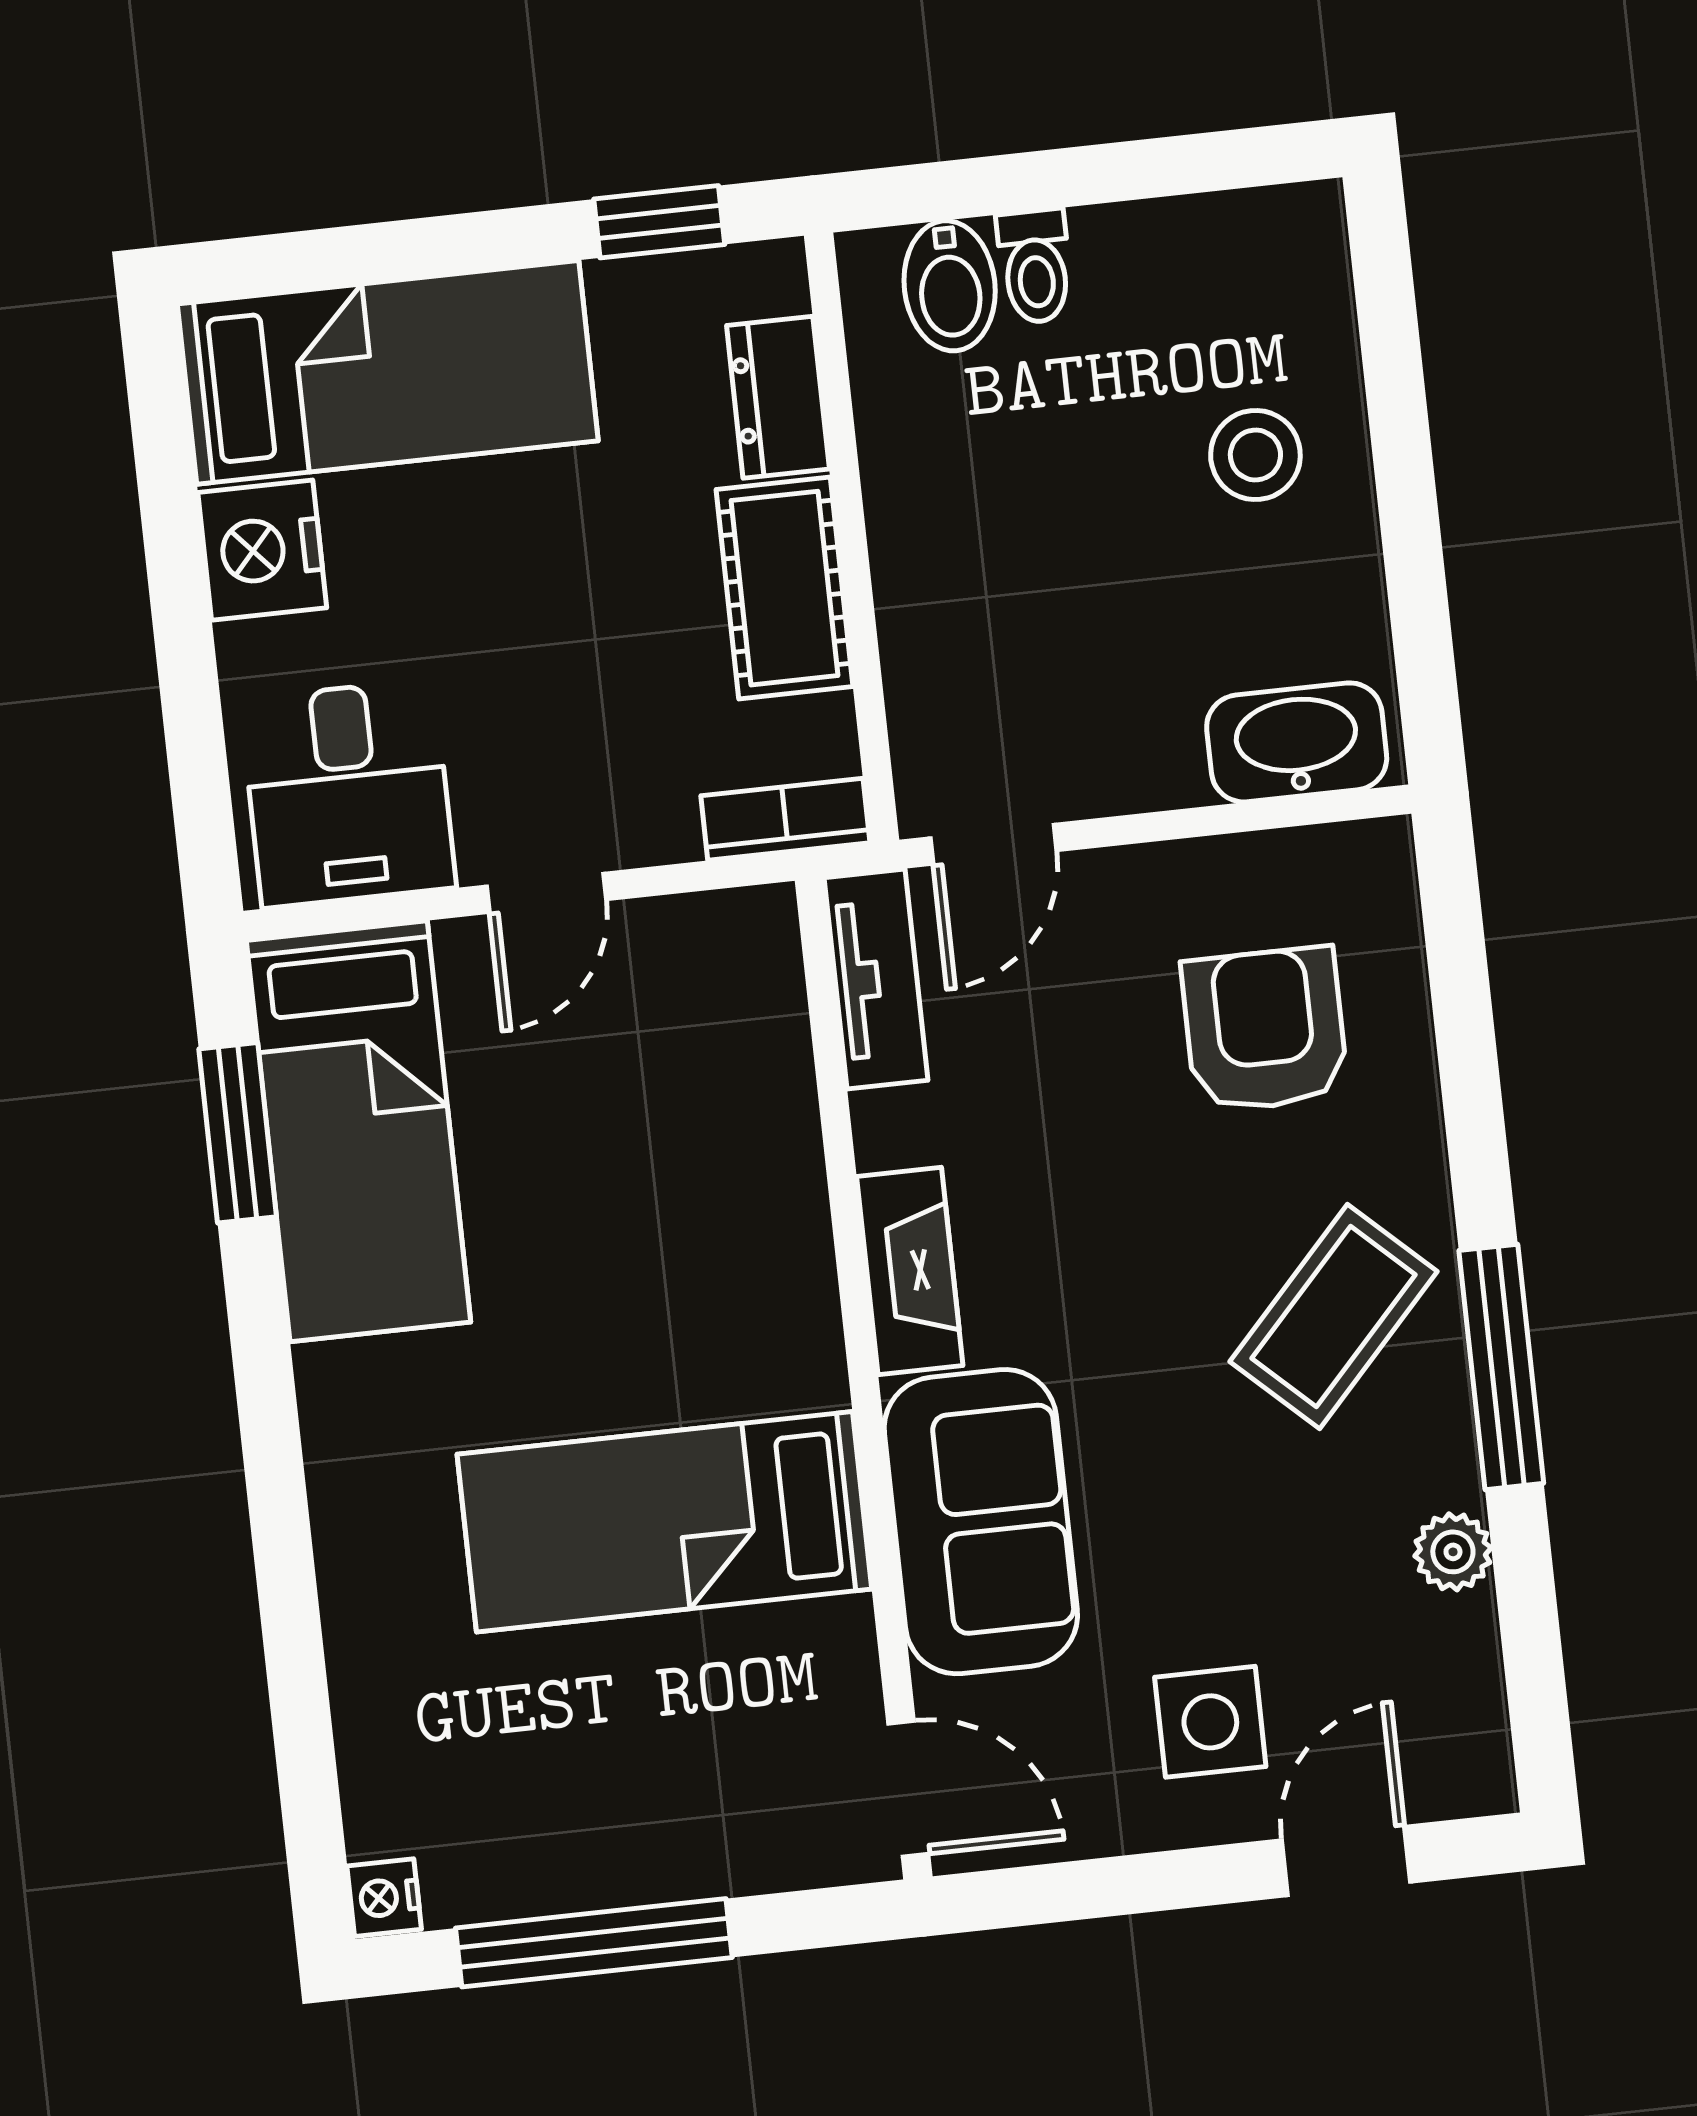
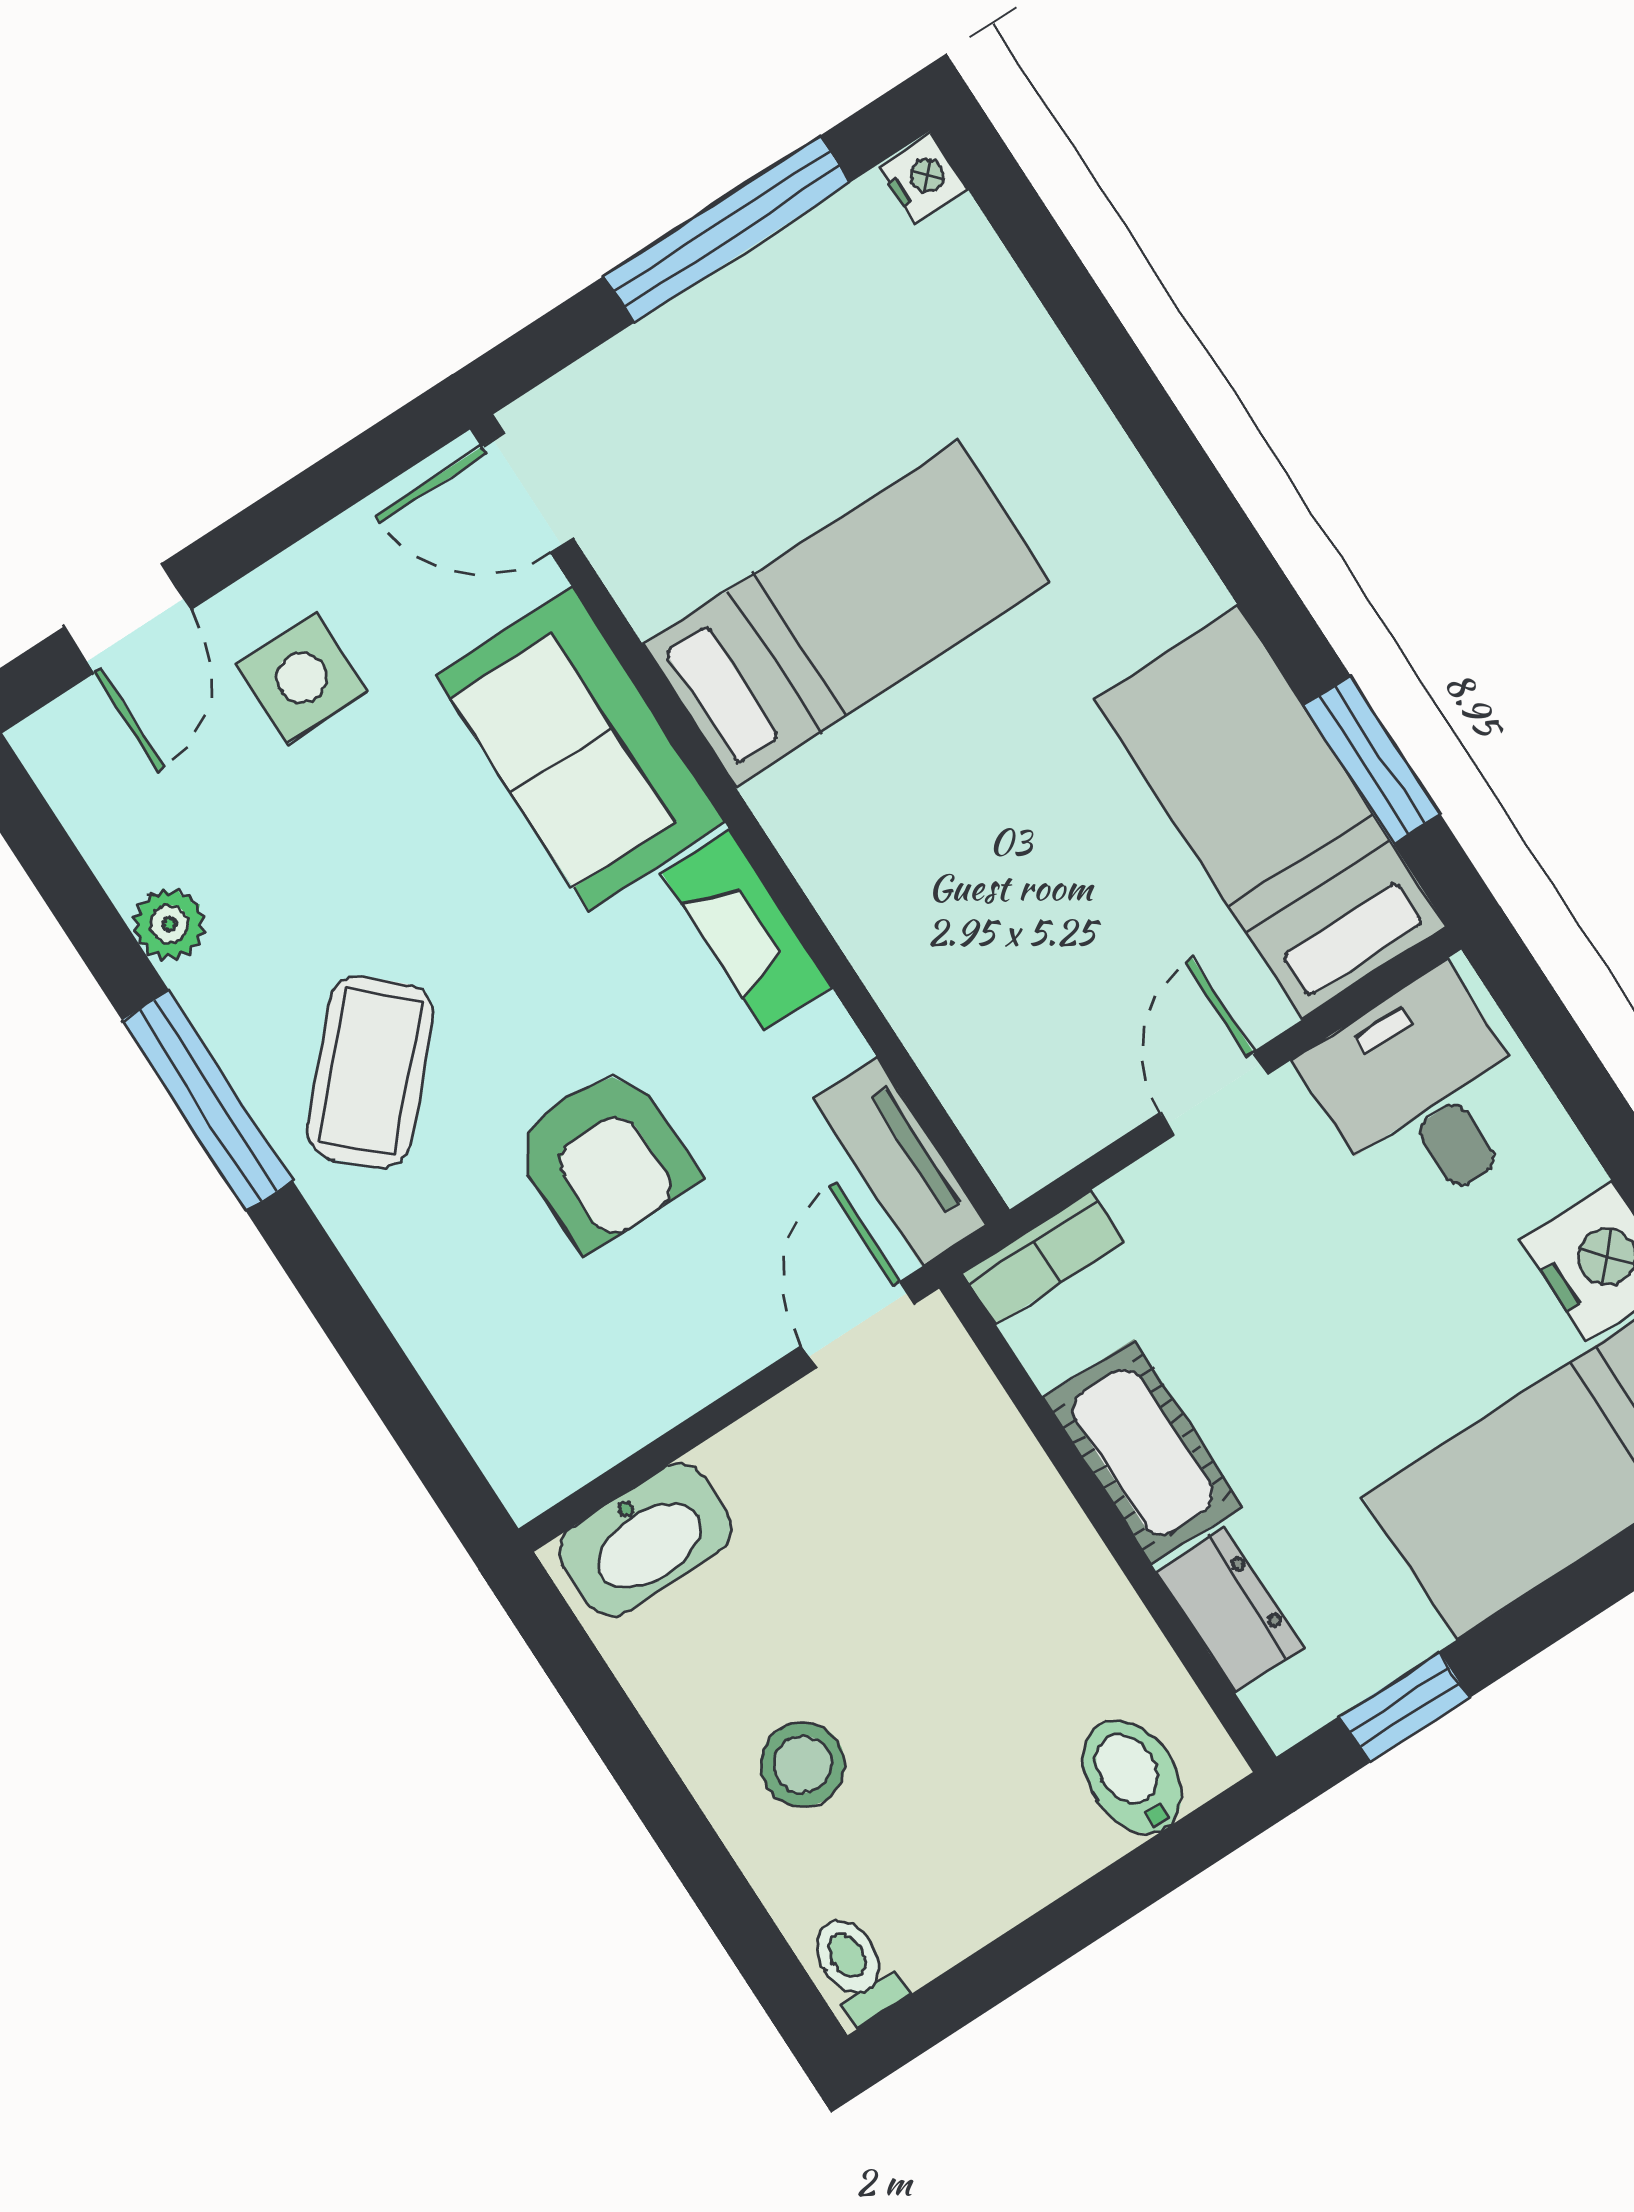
toilet: (1035, 266) -> (855, 1968), moved
armchair: (1265, 1030) -> (604, 1158), moved

